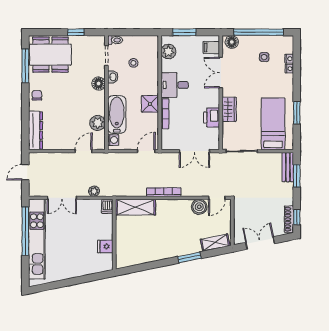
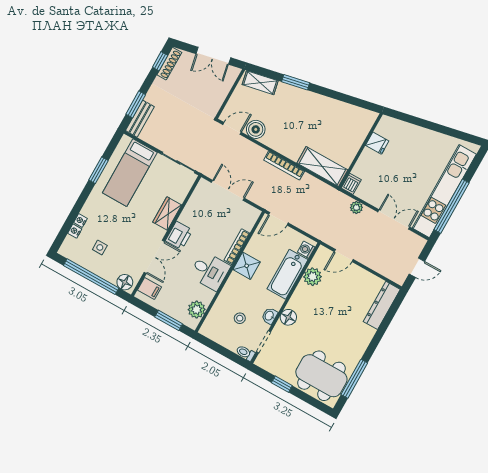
chair: (37, 95) -> (360, 341), removed
printer: (212, 118) -> (179, 235), moved

